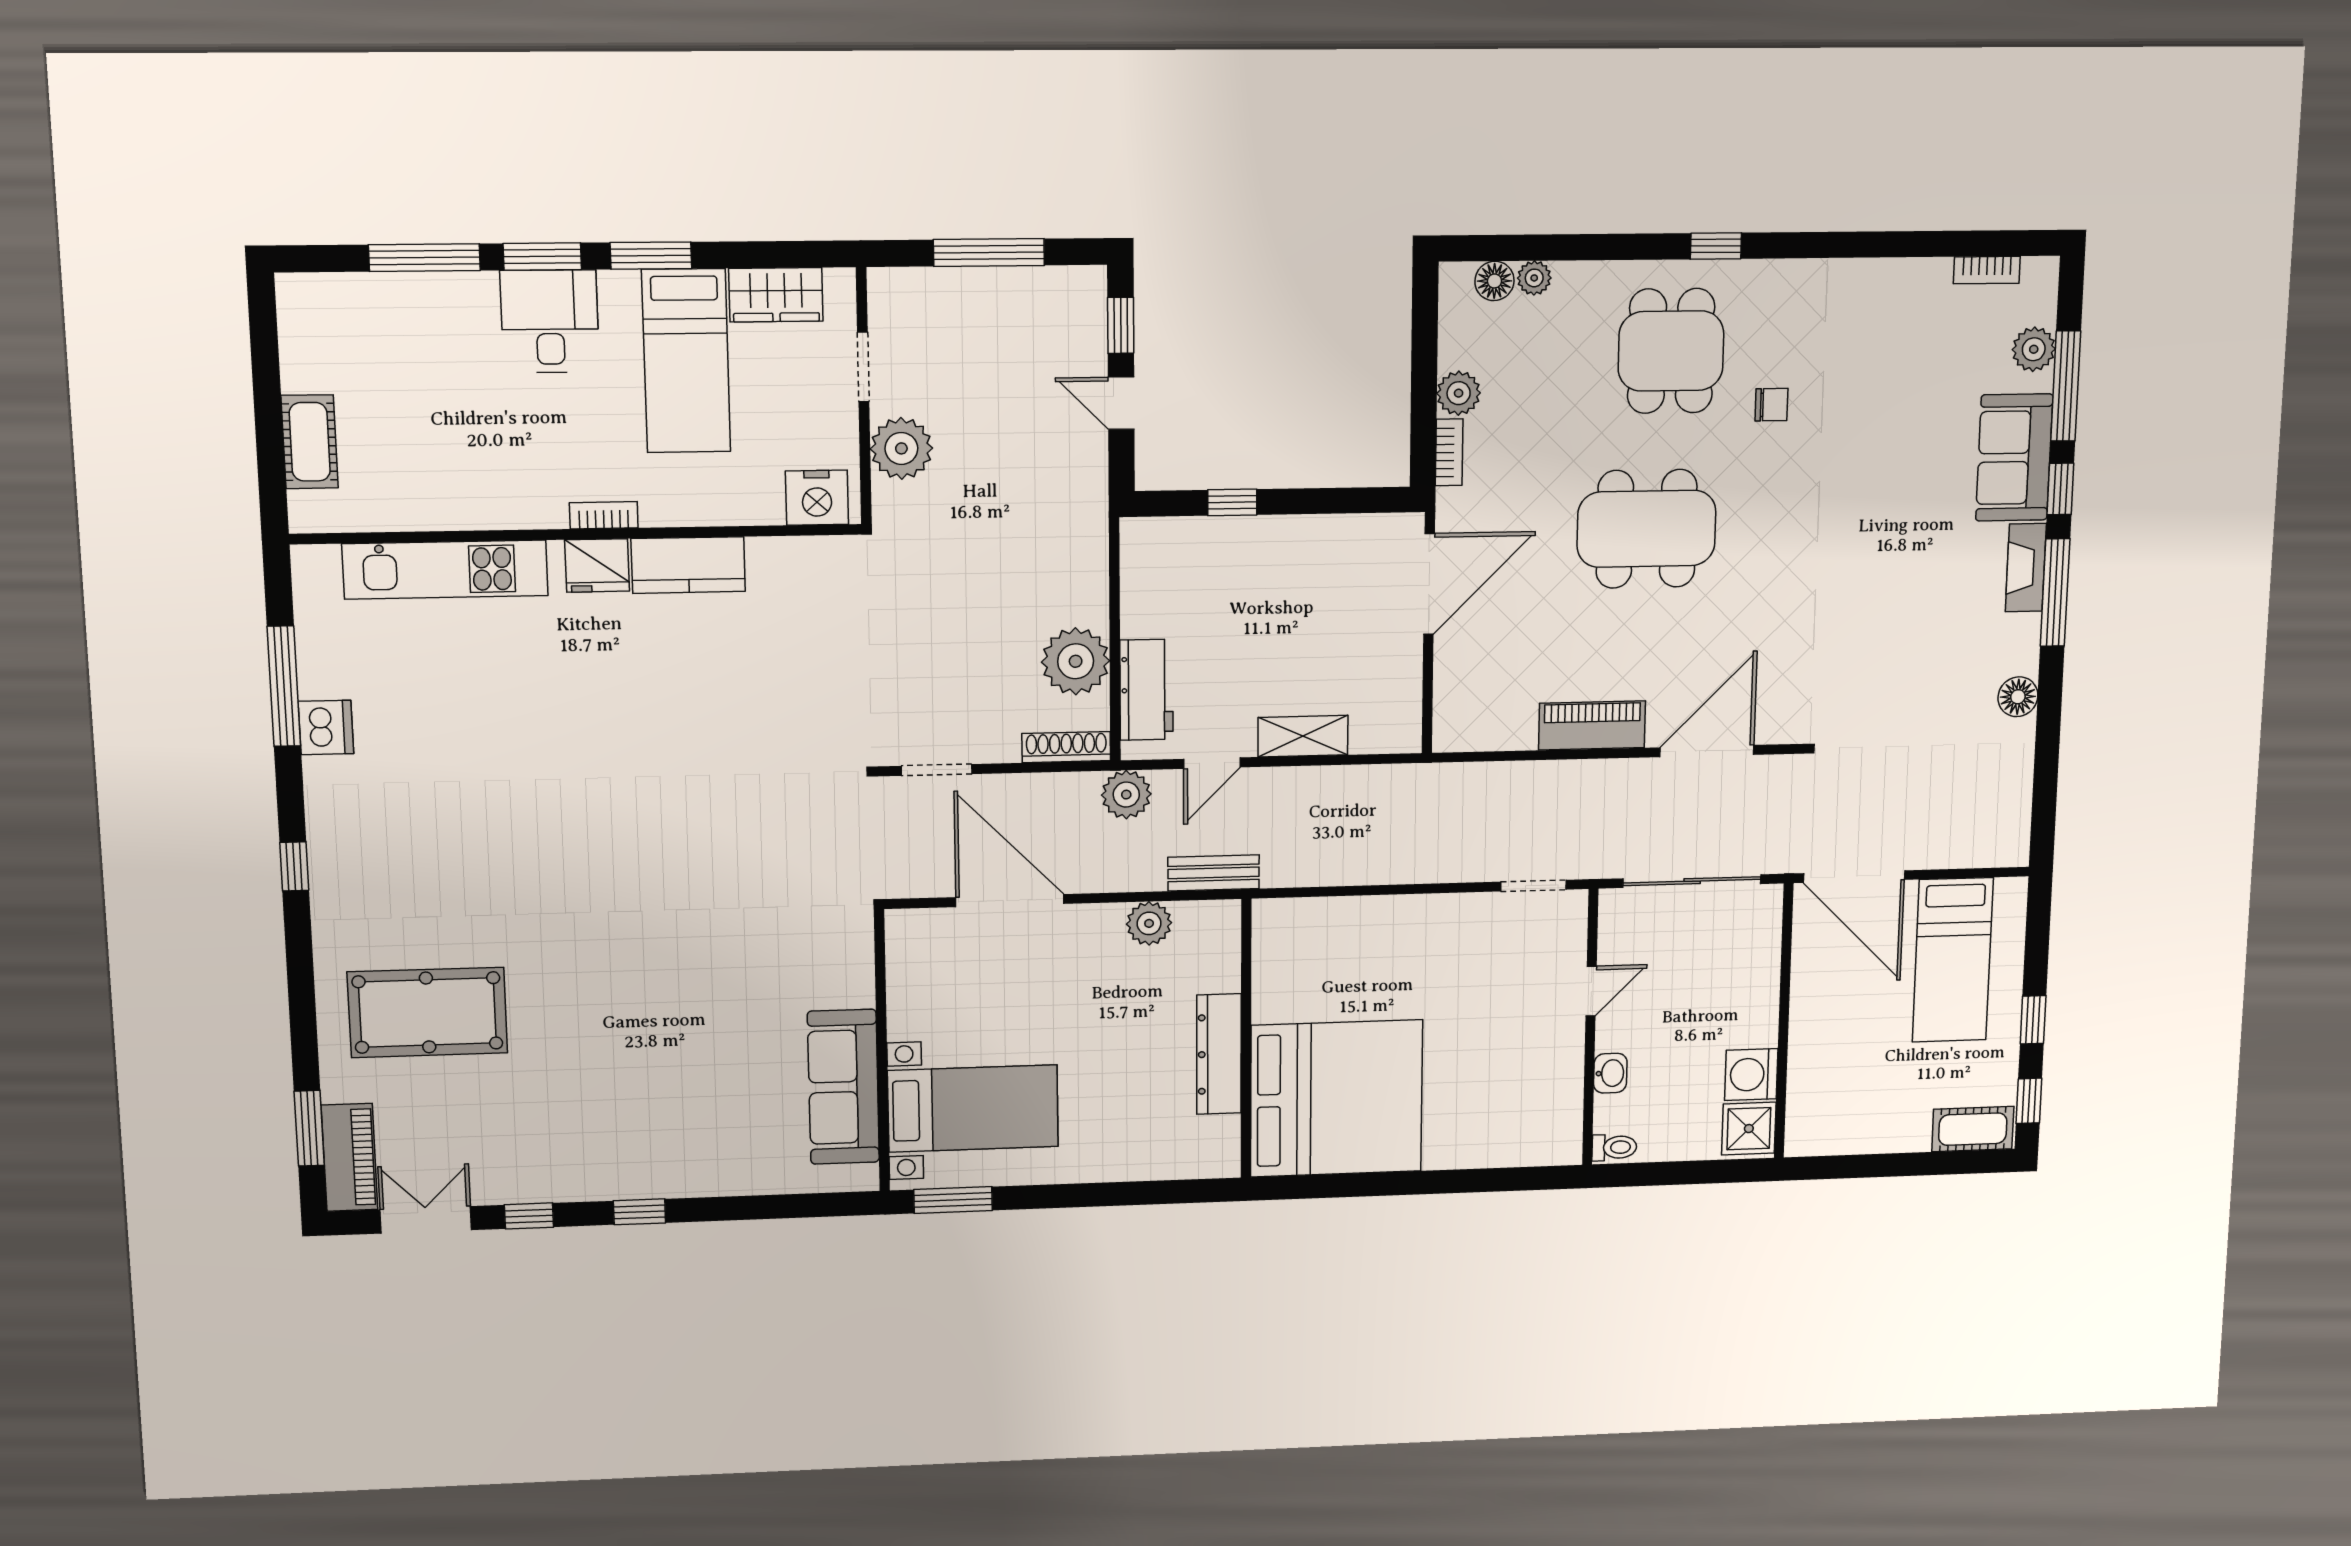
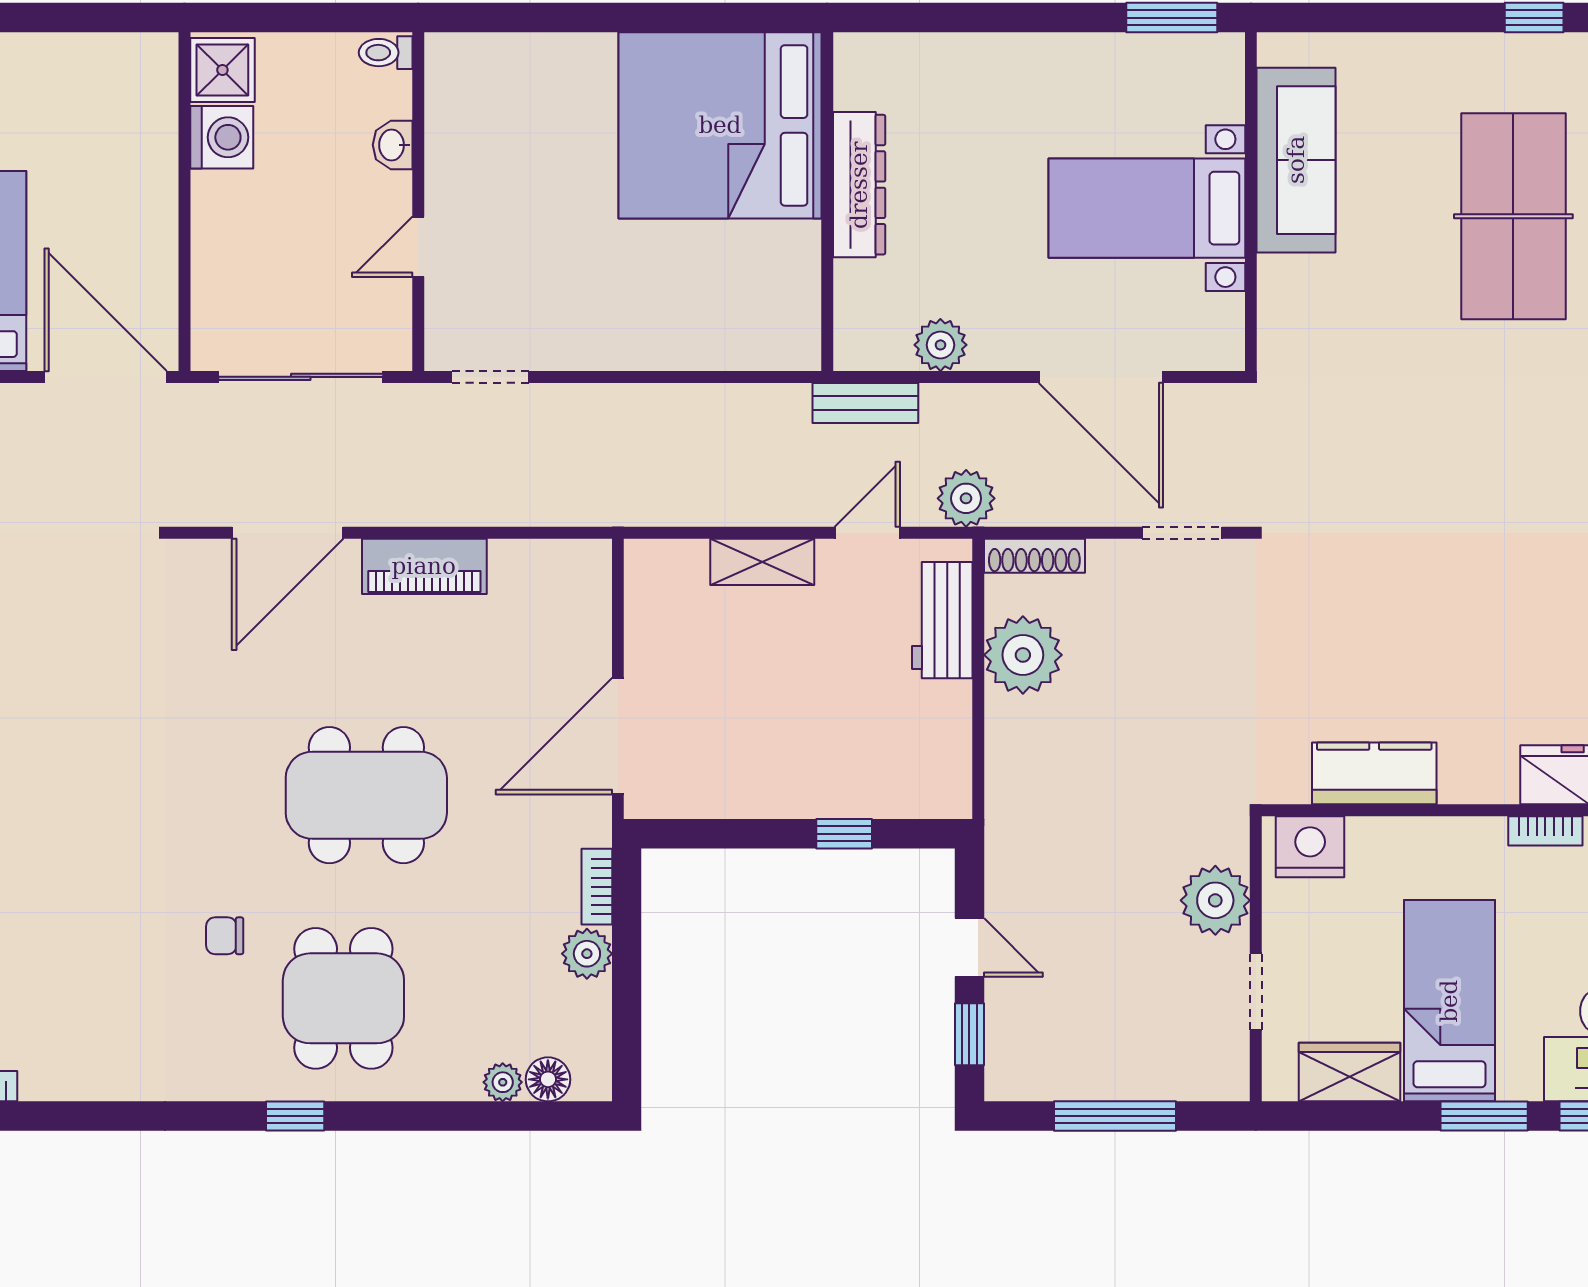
kitchen counter: (688, 565) -> (1374, 773), moved
table tennis table: (652, 1047) -> (1513, 216), added
bed with nightstands: (973, 1109) -> (1147, 208), moved

